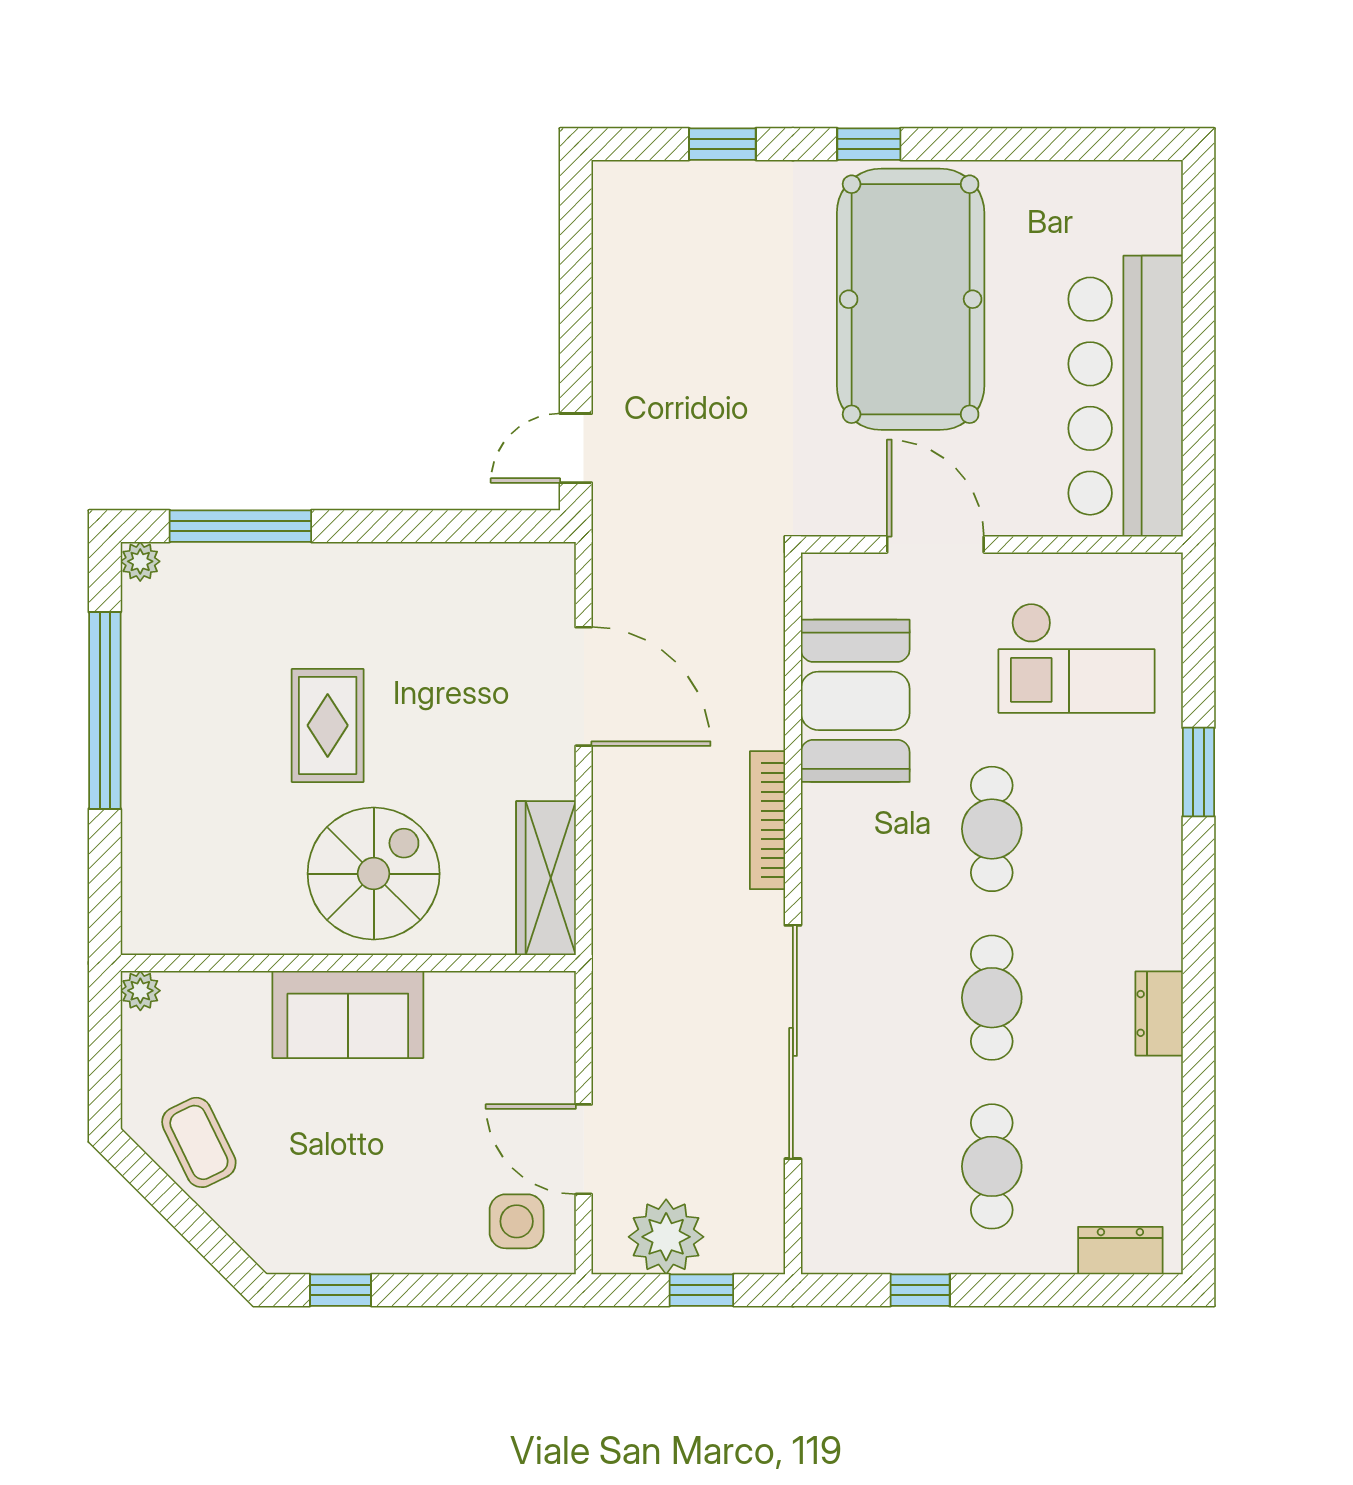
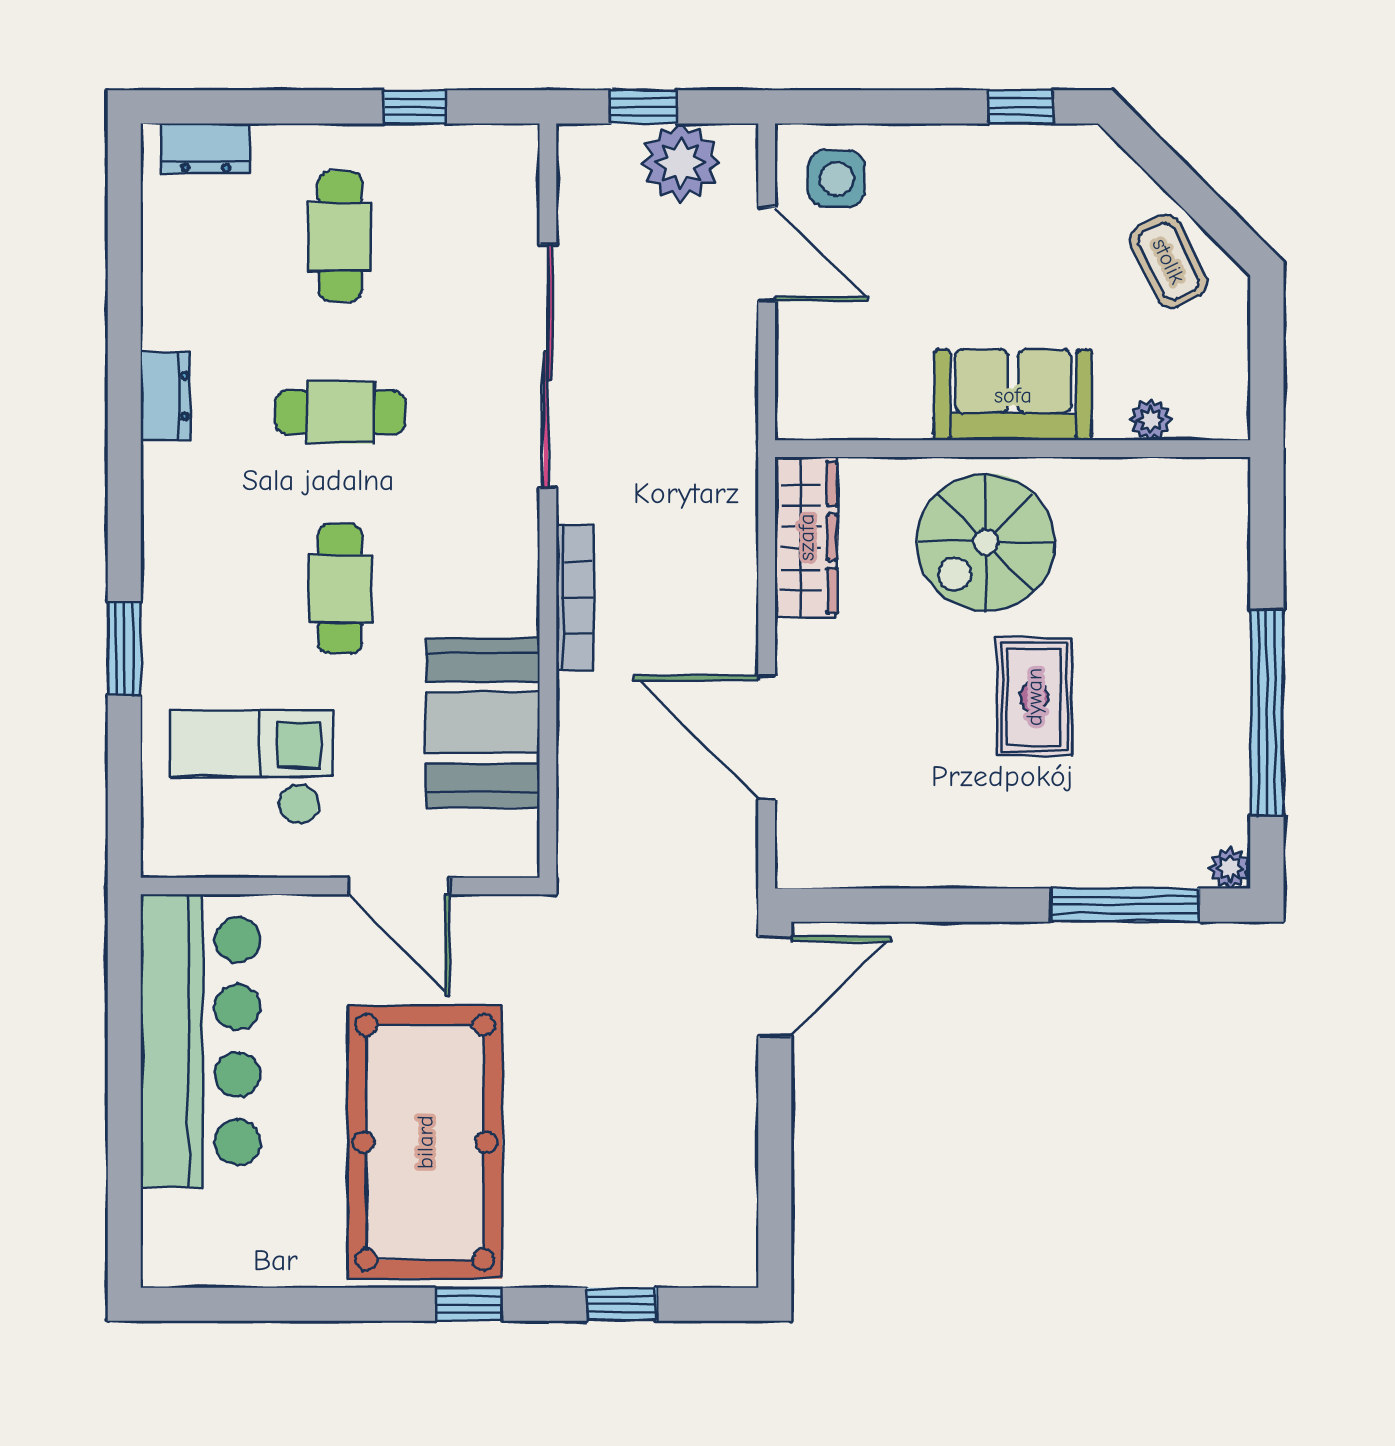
door: (576, 448) -> (775, 987), width x1.38
plant: (140, 991) -> (1151, 420), moved
cafe table: (992, 998) -> (340, 412), turned 90

